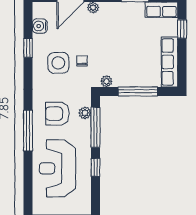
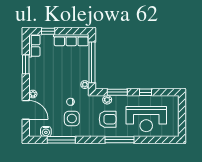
window: (28, 48) -> (61, 140), width x2.17
window: (138, 91) -> (92, 62), width x1.46
armchair: (57, 114) -> (108, 119), turned -90
window: (96, 127) -> (117, 92), width x0.69

